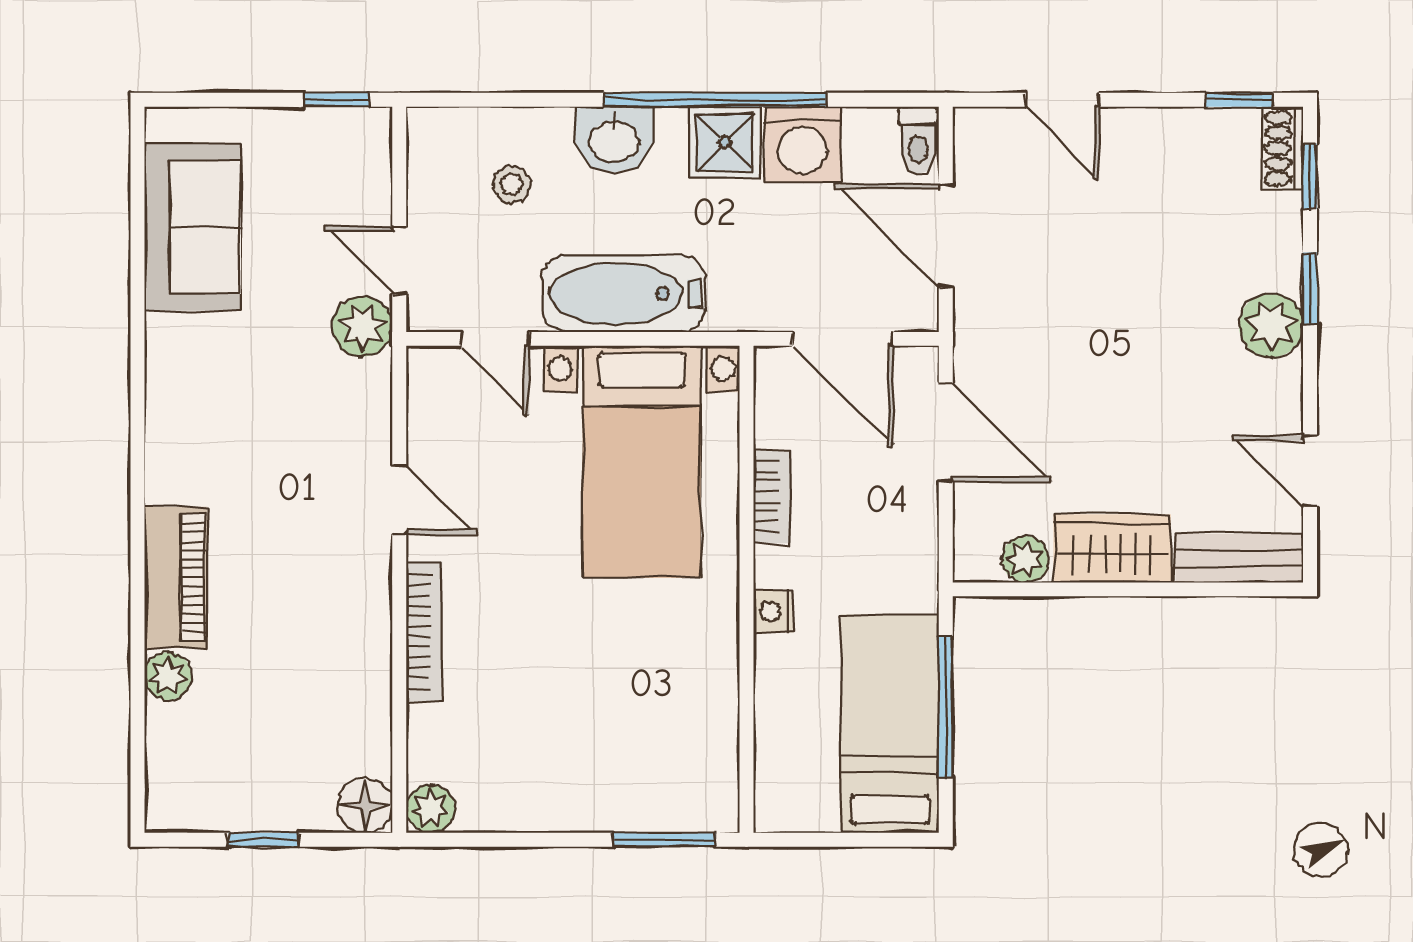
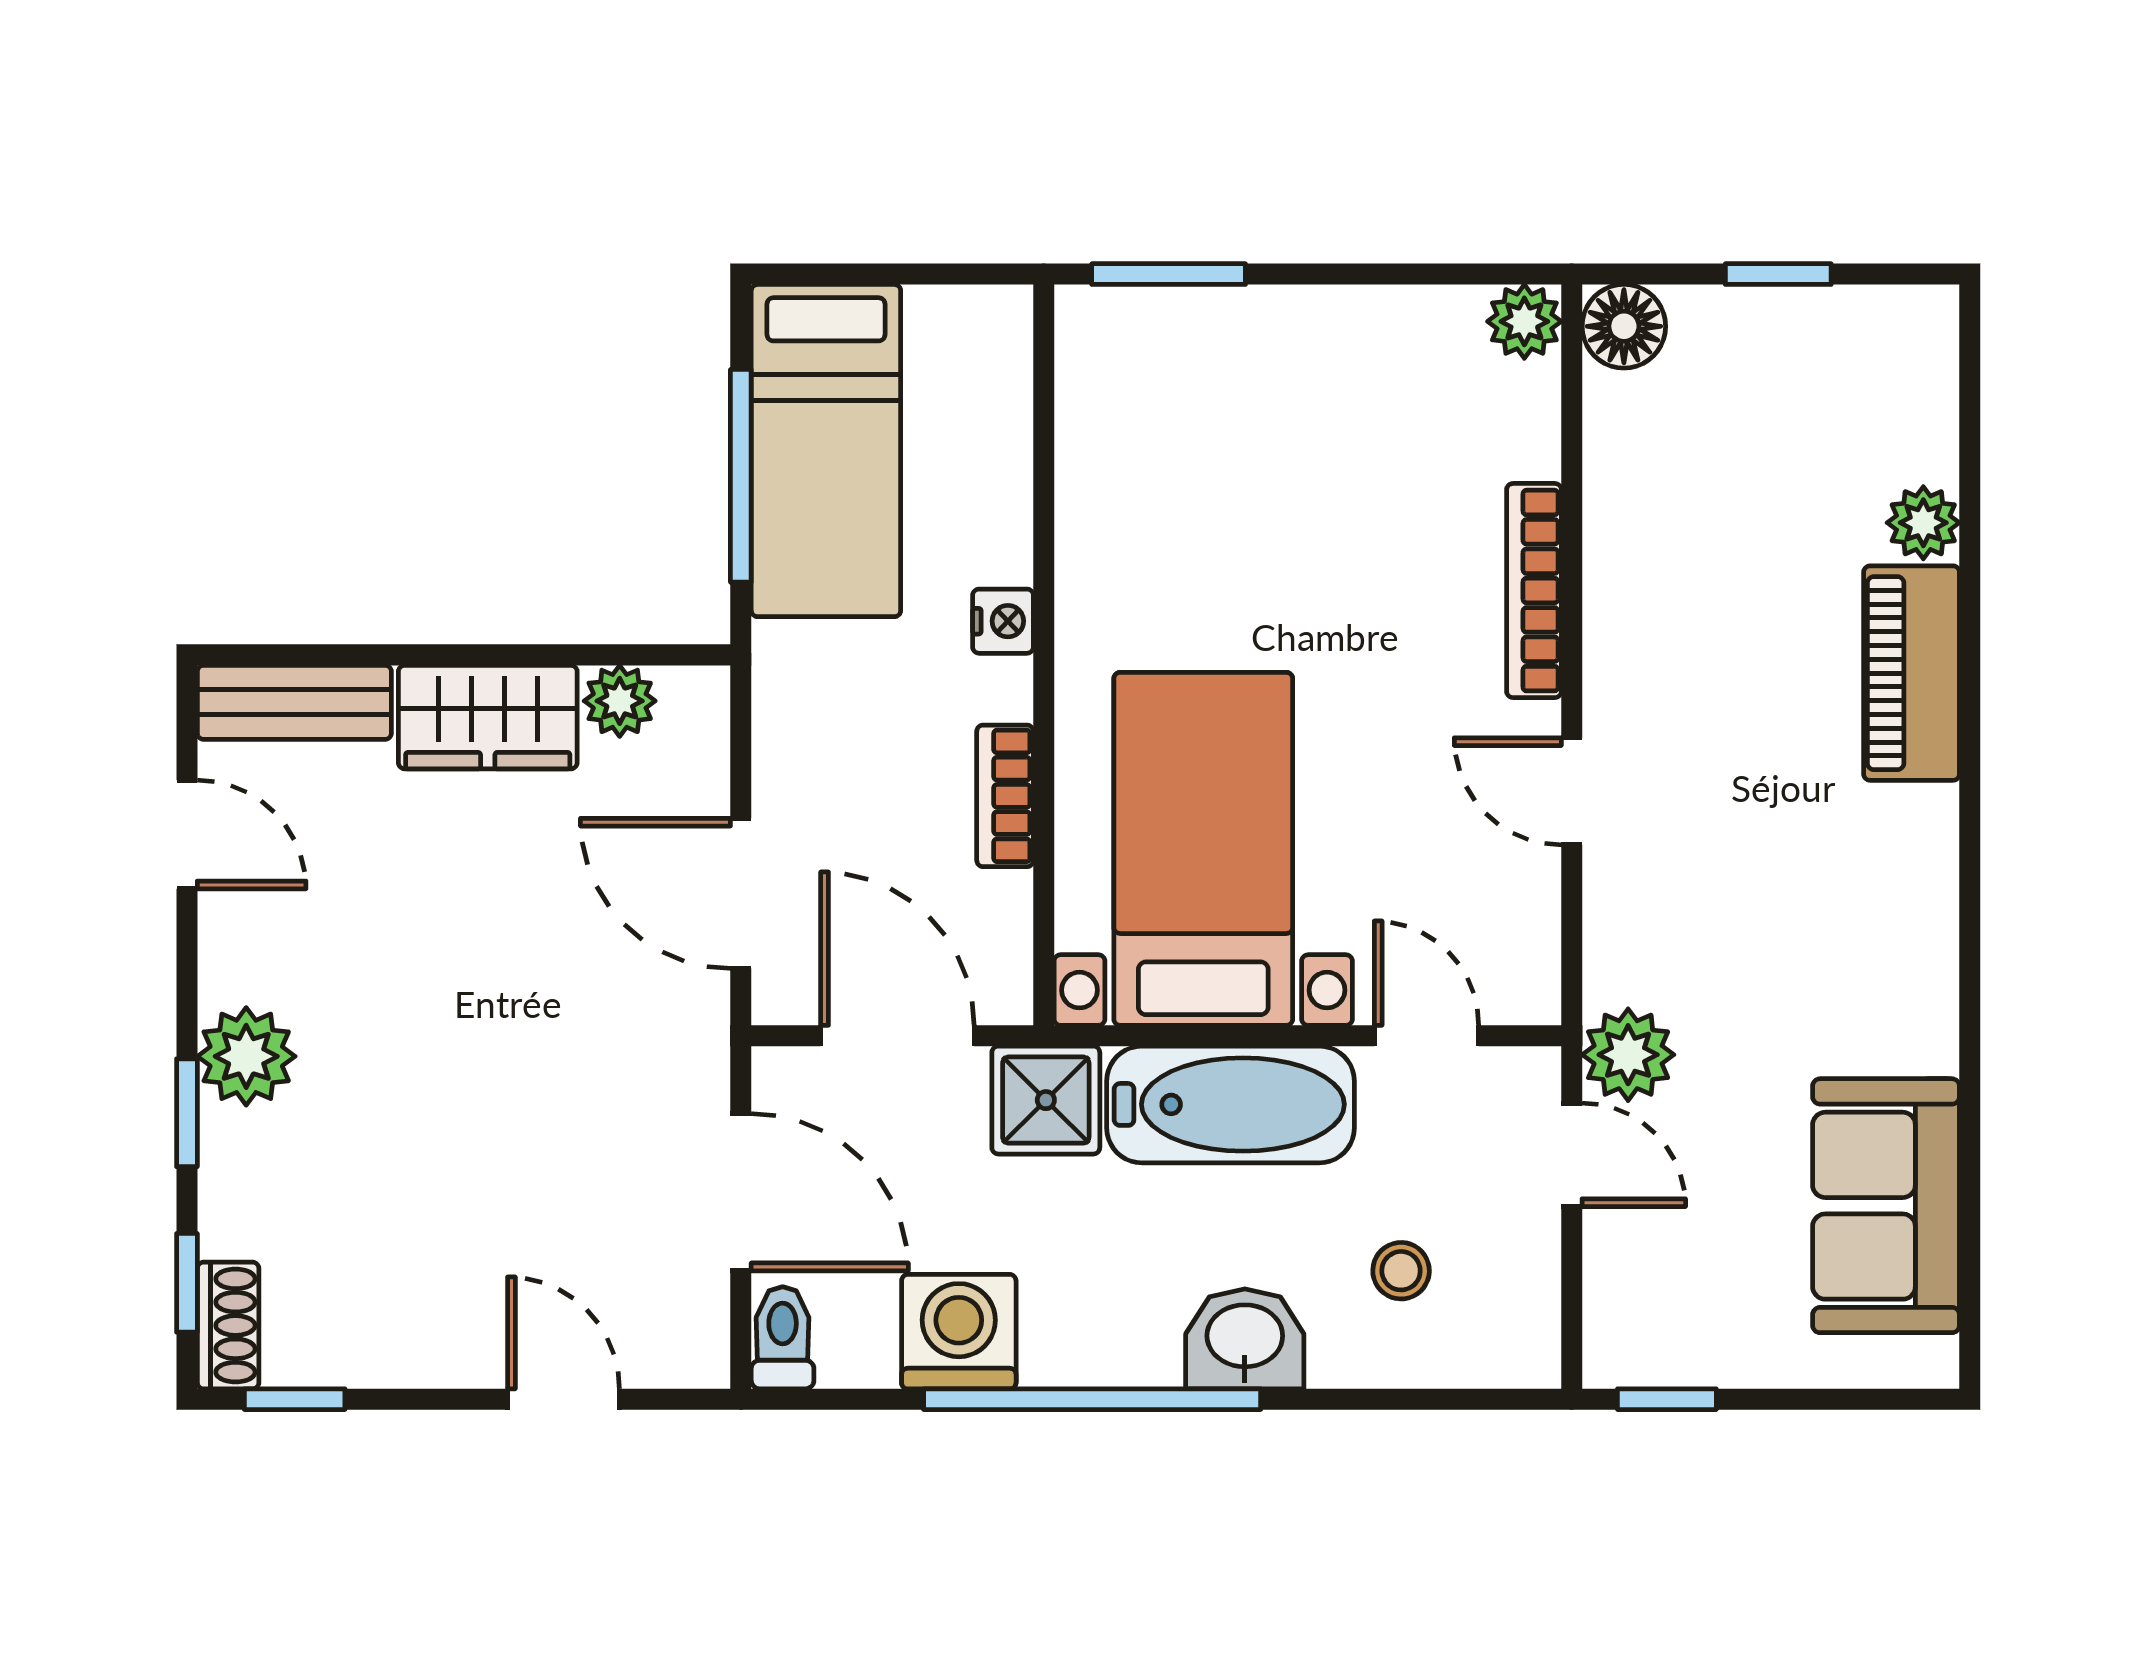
shower: (725, 142) -> (1046, 1100), moved

